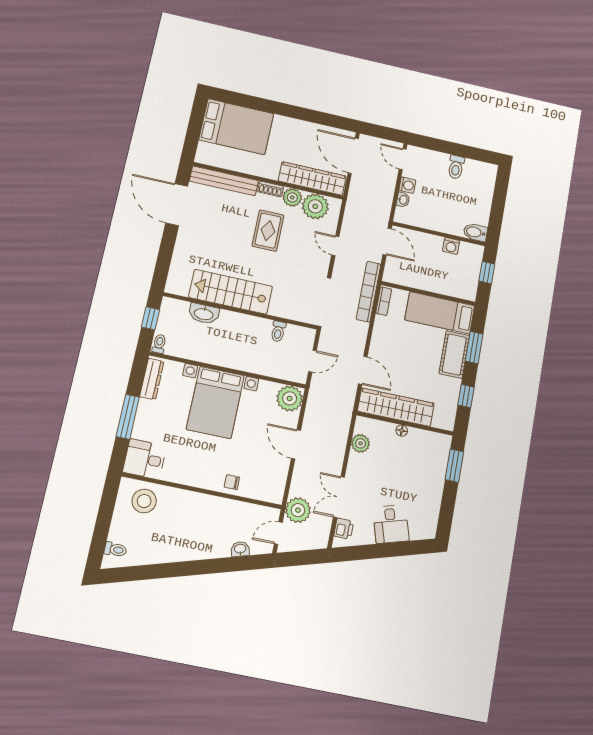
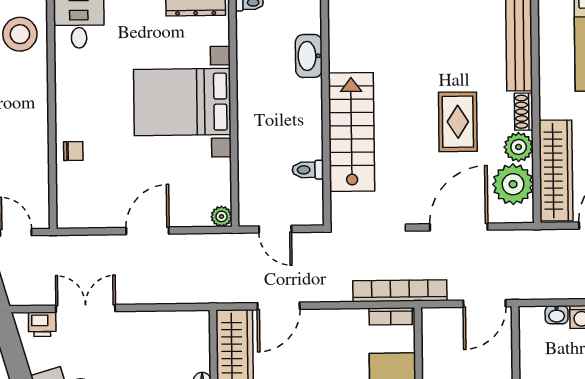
rug: (268, 231) -> (458, 122), turned 90
door: (335, 246) -> (459, 227), width x1.87
stairs: (231, 292) -> (352, 132), moved
plant: (290, 398) -> (221, 216), width x0.53, depth x0.53
plant: (360, 443) -> (170, 324), removed
chair: (232, 482) -> (73, 151), turned 90
plant: (298, 510) -> (54, 254), removed

